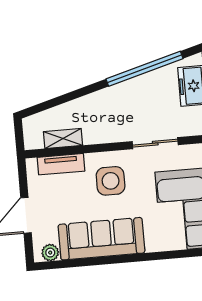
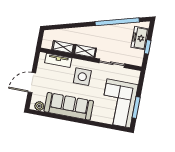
shelving: (103, 135) -> (85, 51), added

